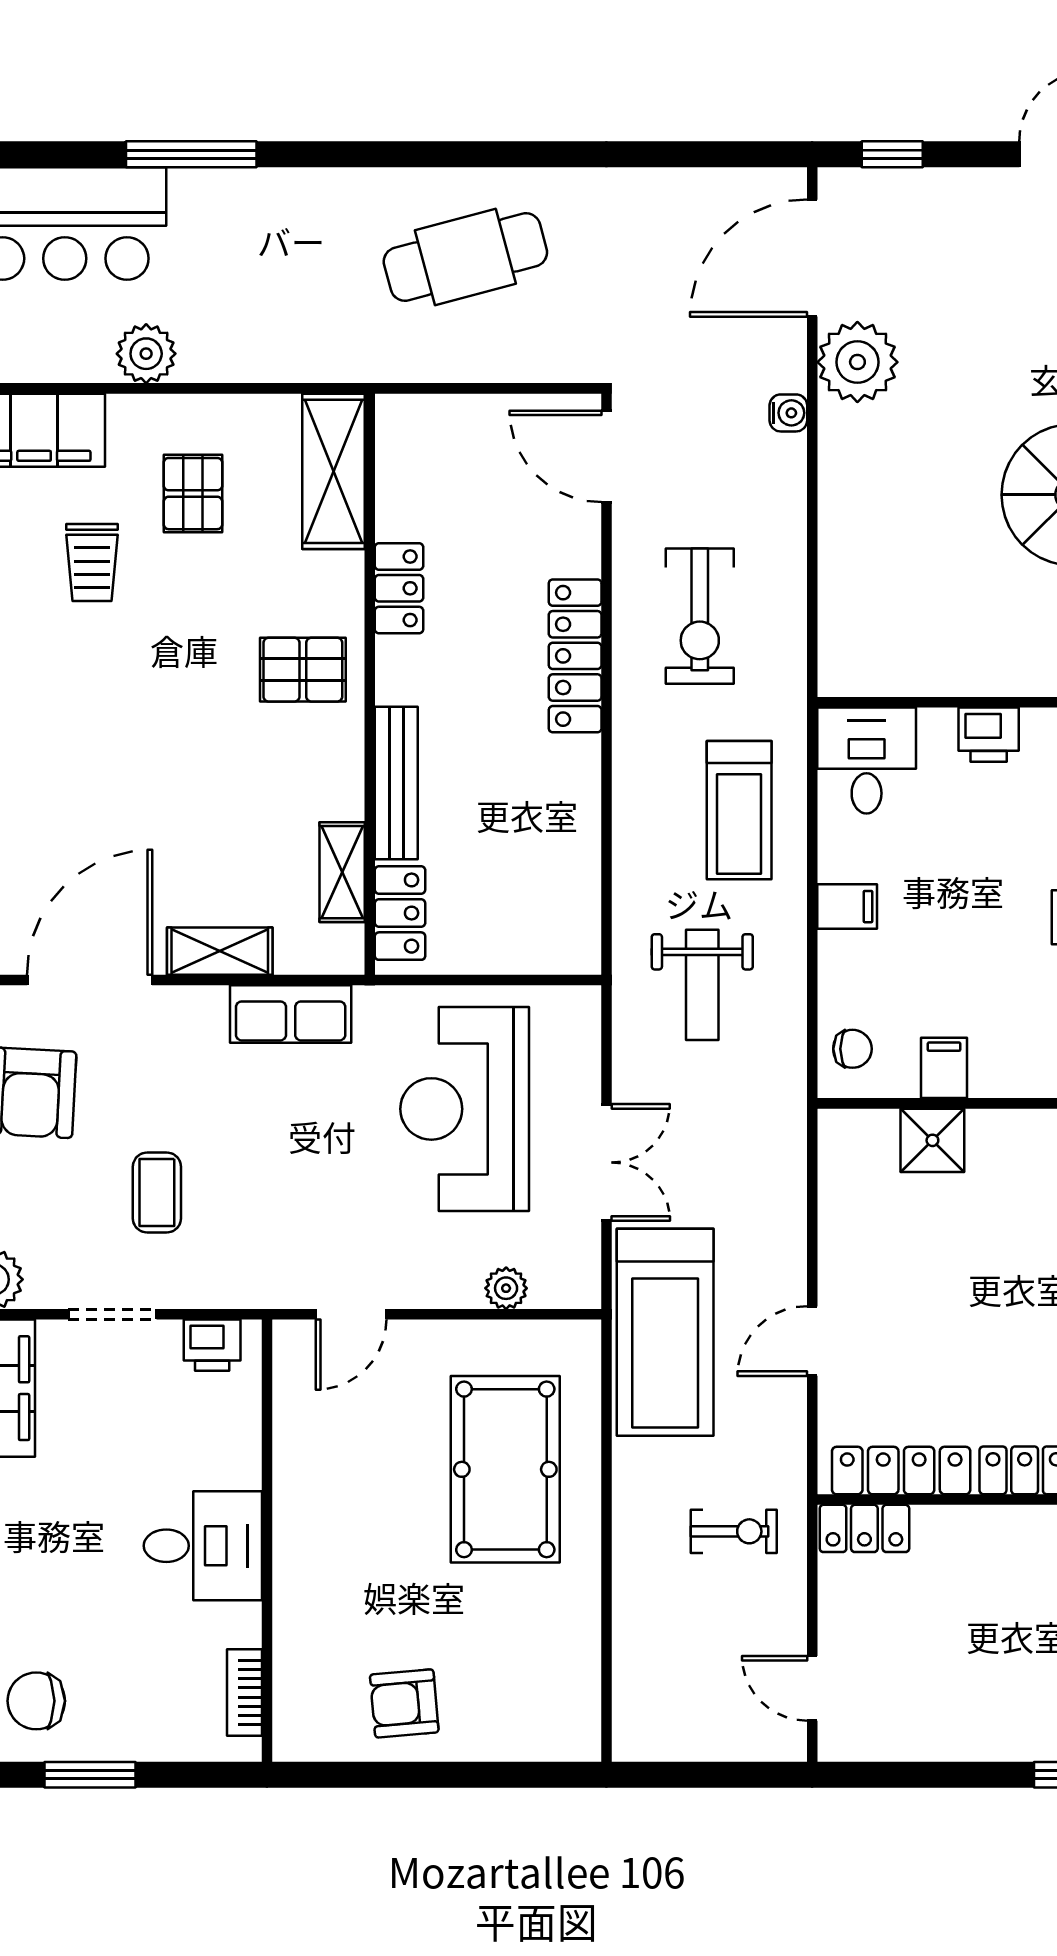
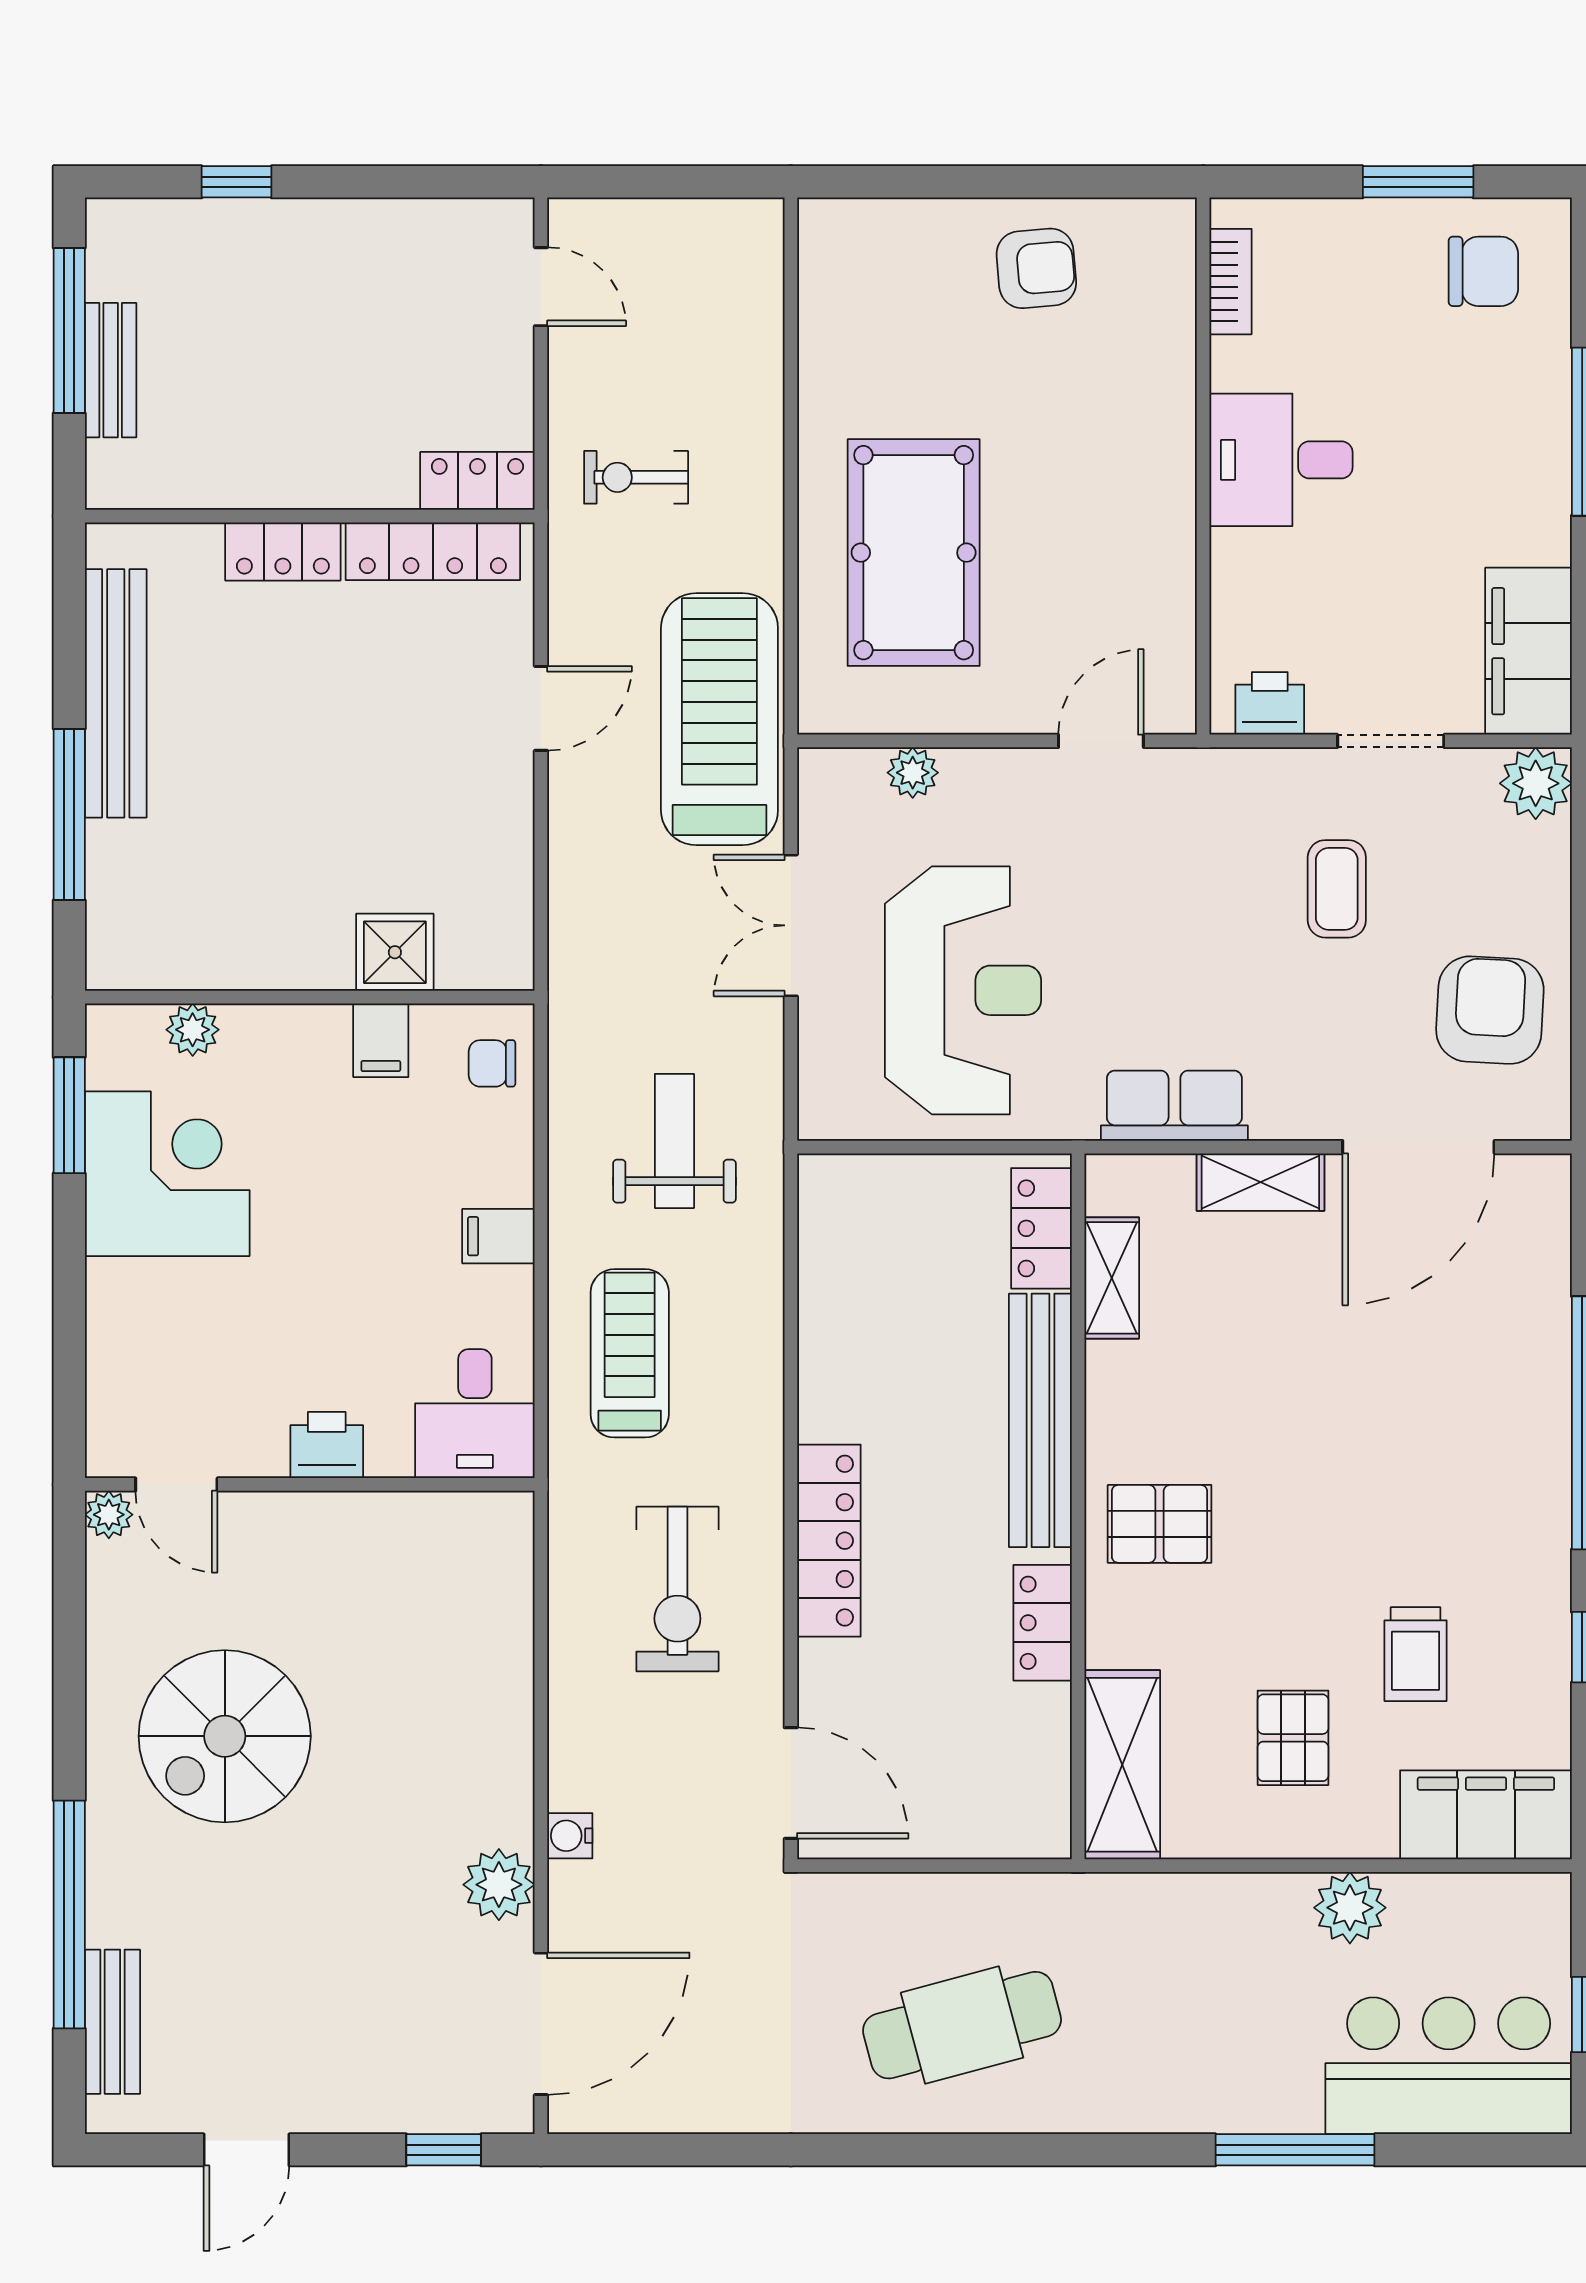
plant: (857, 362) -> (499, 1885), width x0.73, depth x0.73
trolley: (92, 562) -> (1416, 1654), turned 180
exercise bike: (700, 616) -> (677, 1589), turned 180
bench: (396, 783) -> (1040, 1420), width x1.37, depth x1.21

